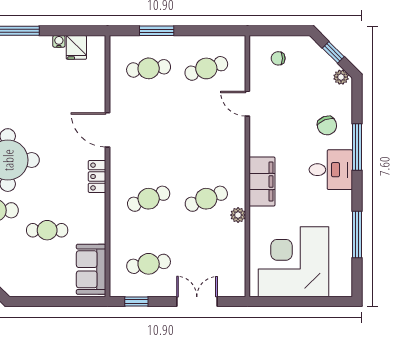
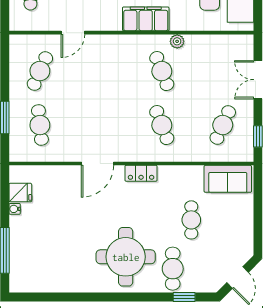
cafe table: (206, 68) -> (40, 71), turned 42
cafe table: (149, 264) -> (223, 125), turned 33

